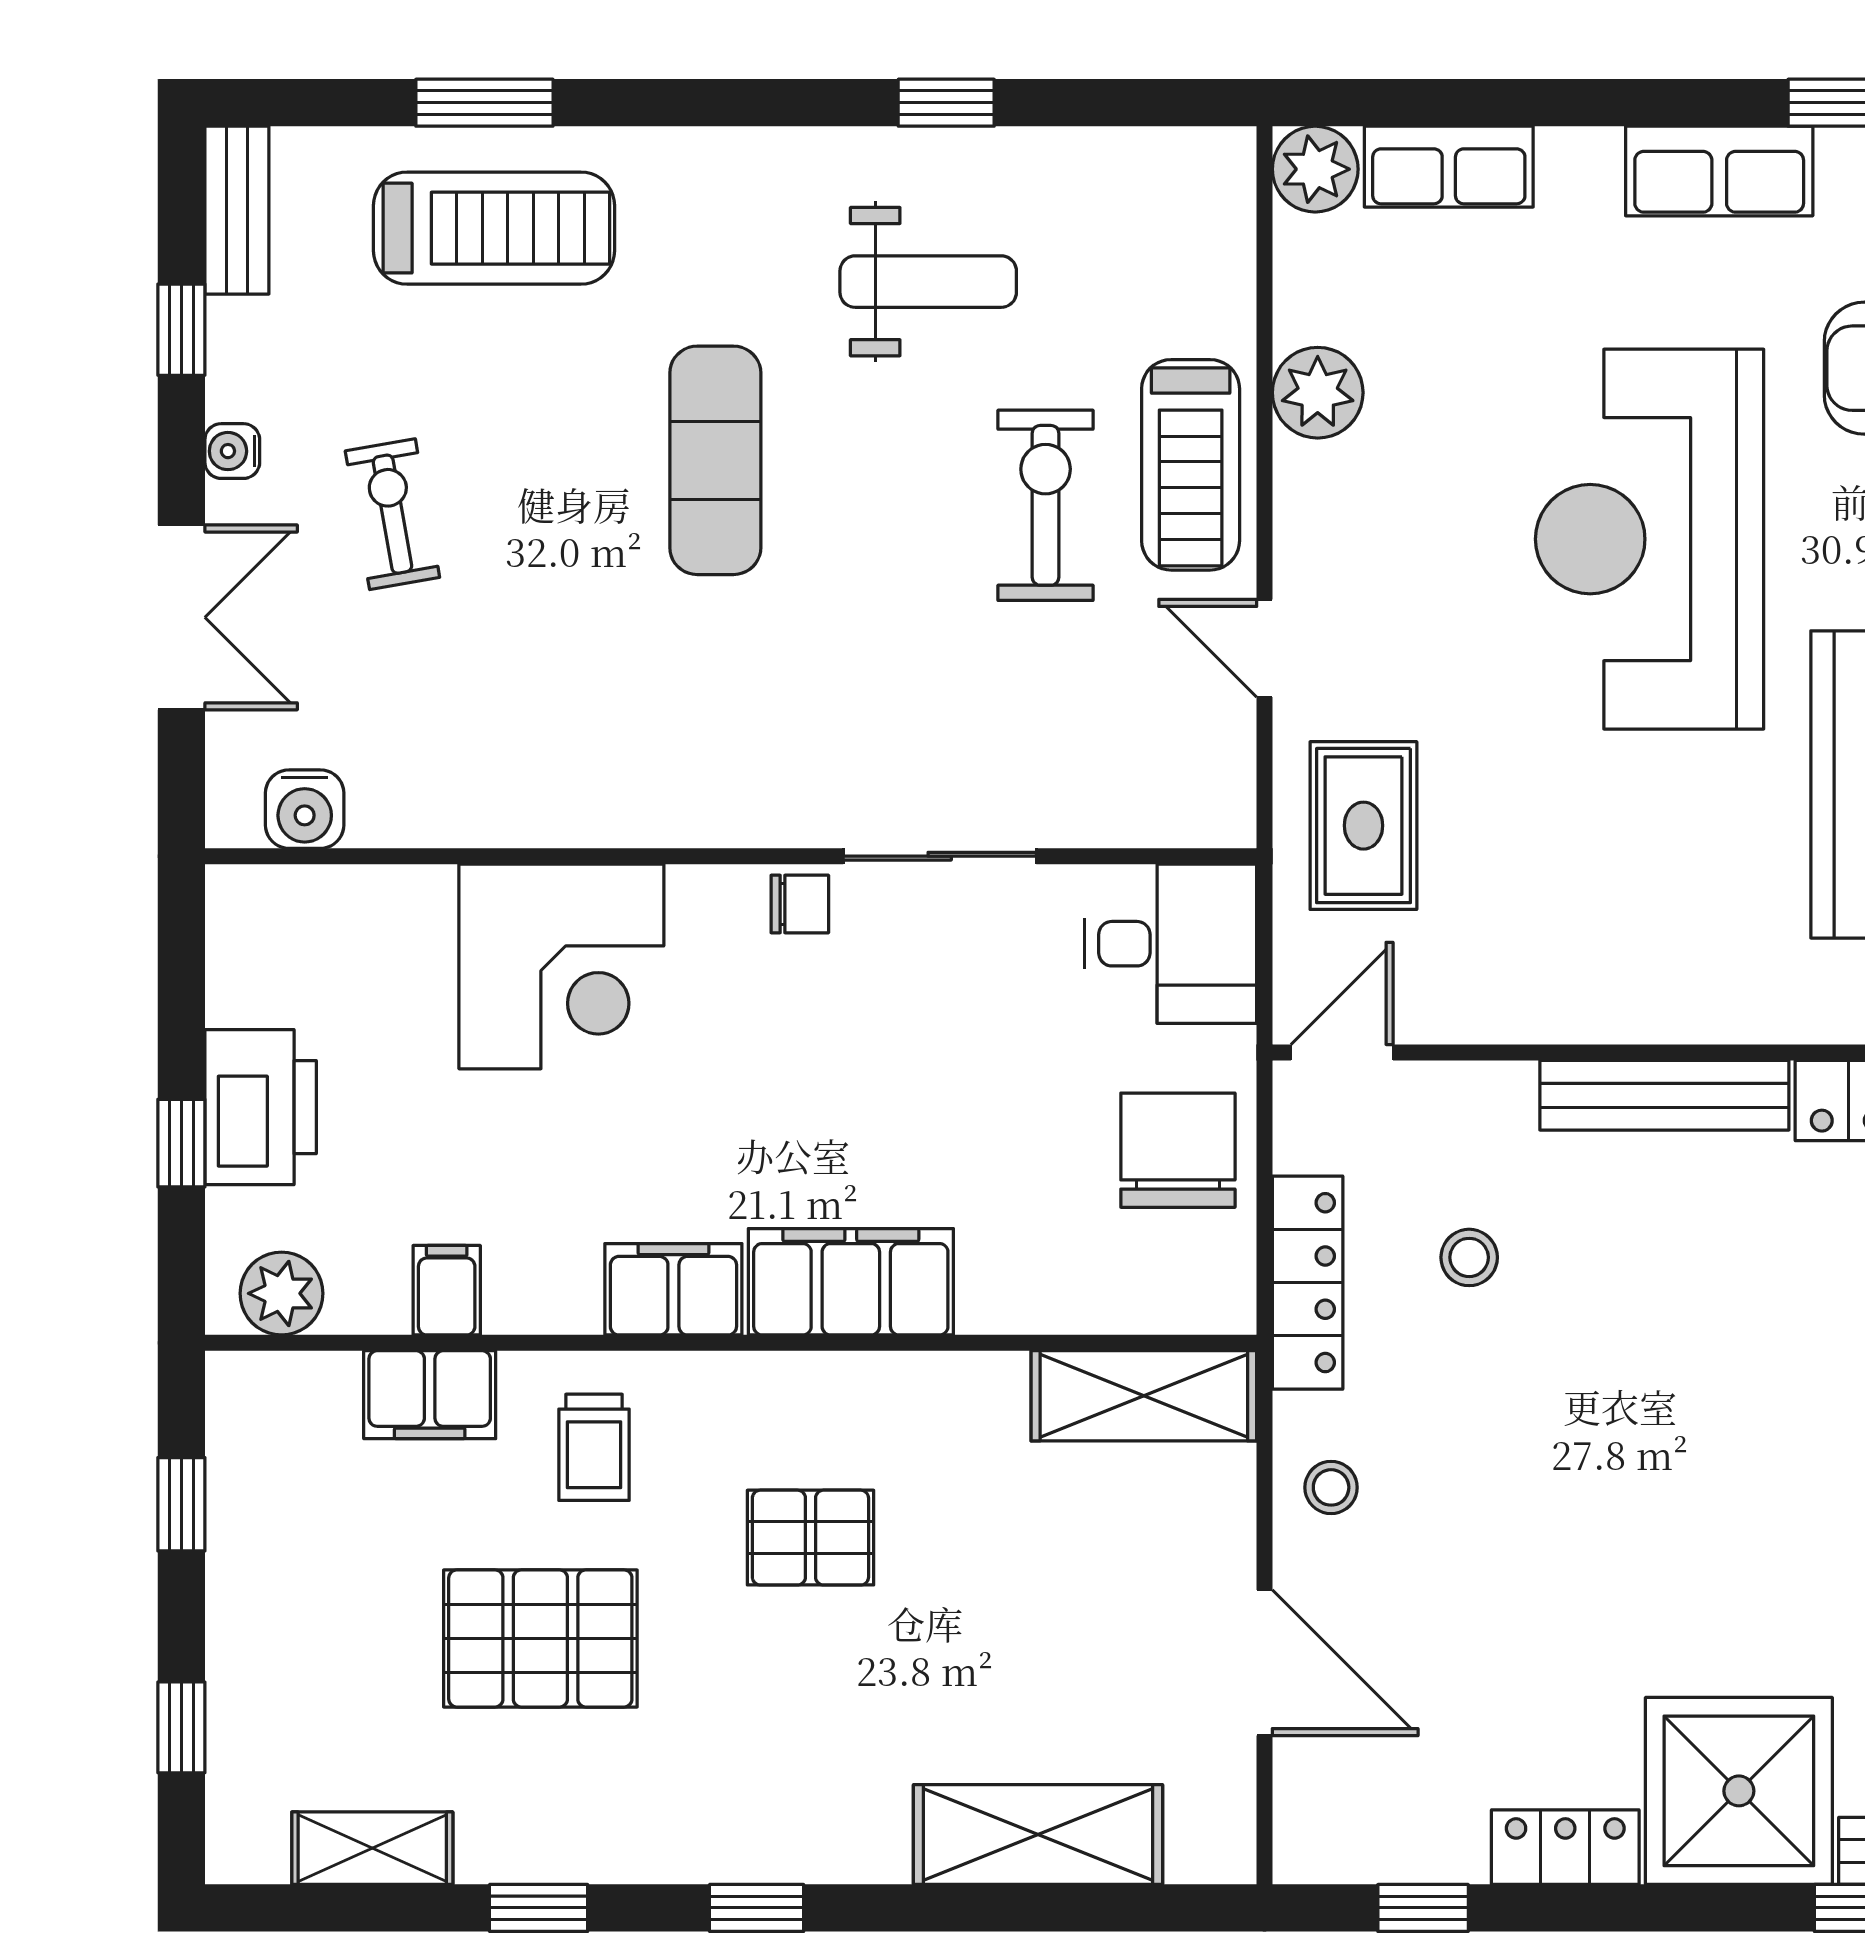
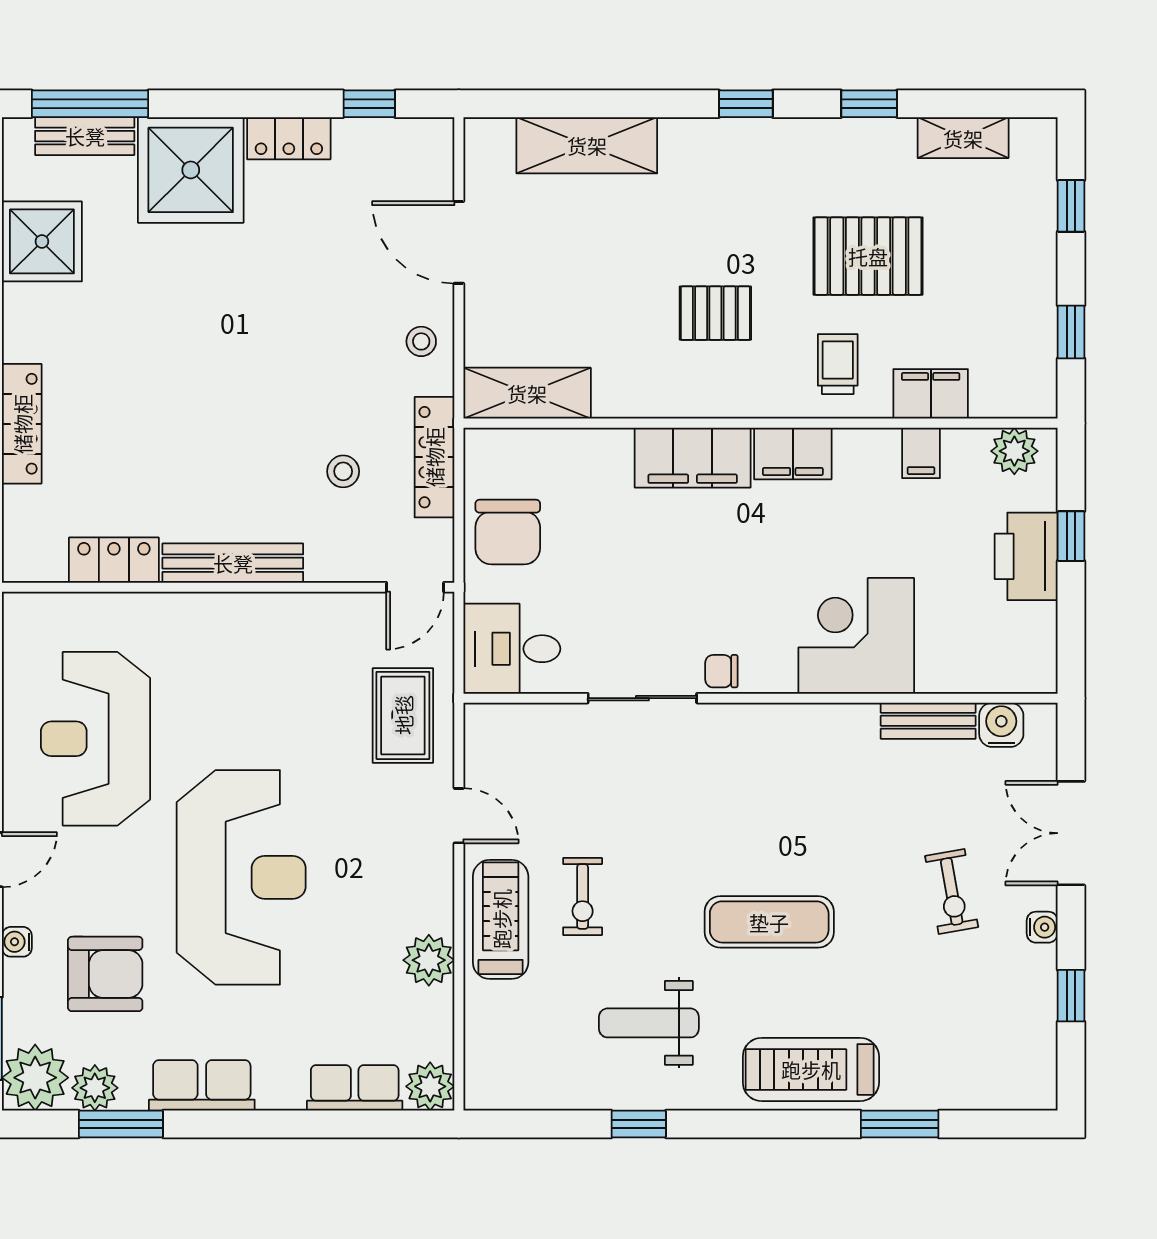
bench: (237, 210) -> (928, 721), moved, turned 90
treadmill: (494, 228) -> (811, 1069), moved
exercise mat: (715, 460) -> (769, 922), turned 90
exercise bike: (1046, 505) -> (583, 896), width x0.73, depth x0.72

